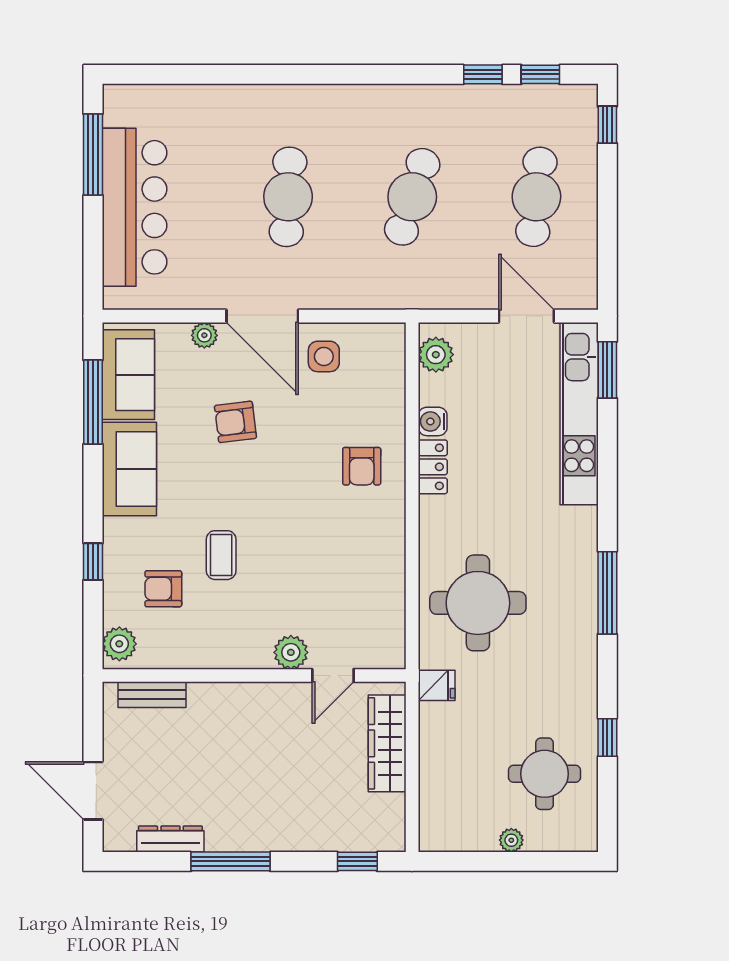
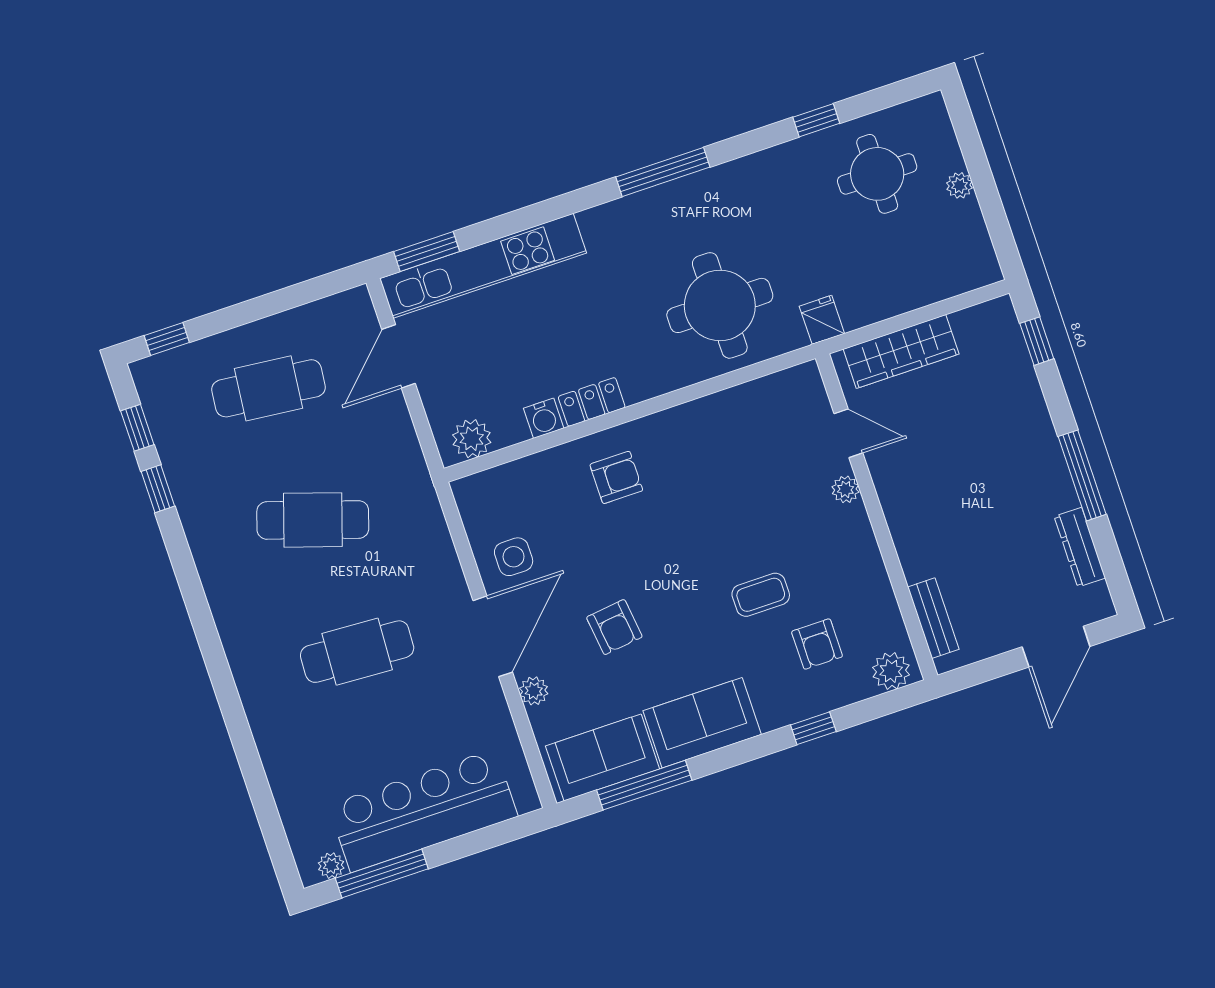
plant: (114, 114) -> (331, 866), added
plant: (291, 652) -> (845, 489), width x0.73, depth x0.73

